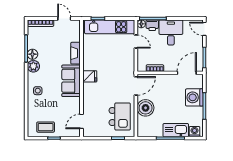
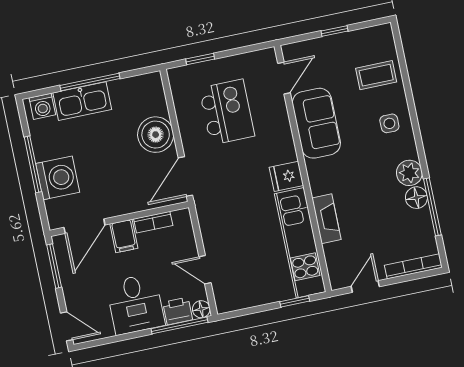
door: (64, 19) -> (365, 287), swing flipped
kitchen unit: (110, 27) -> (300, 243), moved, turned -90
filing cabinet: (170, 65) -> (124, 236), added
sofa: (71, 81) -> (316, 123), moved
kitchen island: (120, 117) -> (227, 112), moved, turned 180
coffee table: (46, 127) -> (376, 75), moved

